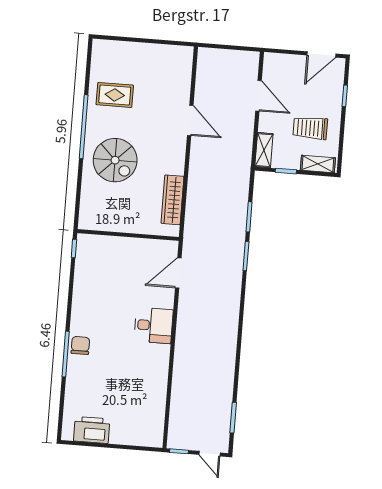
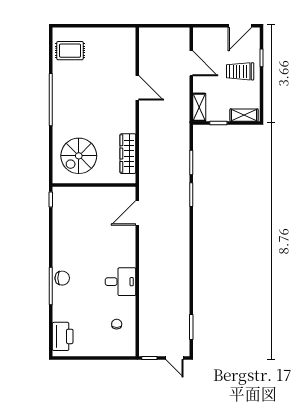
rug: (115, 95) -> (70, 51), moved
trolley: (310, 128) -> (240, 71), moved
spiral stairs: (115, 160) -> (79, 156), moved, turned 90
desk: (153, 325) -> (121, 282), moved
chair: (80, 345) -> (62, 278), turned 90
chair: (142, 407) -> (117, 324), added
printer: (92, 430) -> (63, 336), moved, turned 90

